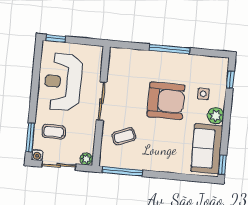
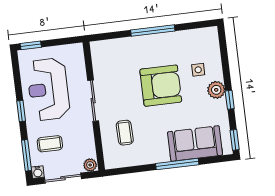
window: (230, 80) -> (230, 100), moved
window: (34, 96) -> (21, 111), added
coffee table: (124, 136) -> (125, 133), turned -70
sofa: (207, 149) -> (195, 143), moved, turned 90
window: (122, 171) -> (177, 164), moved

